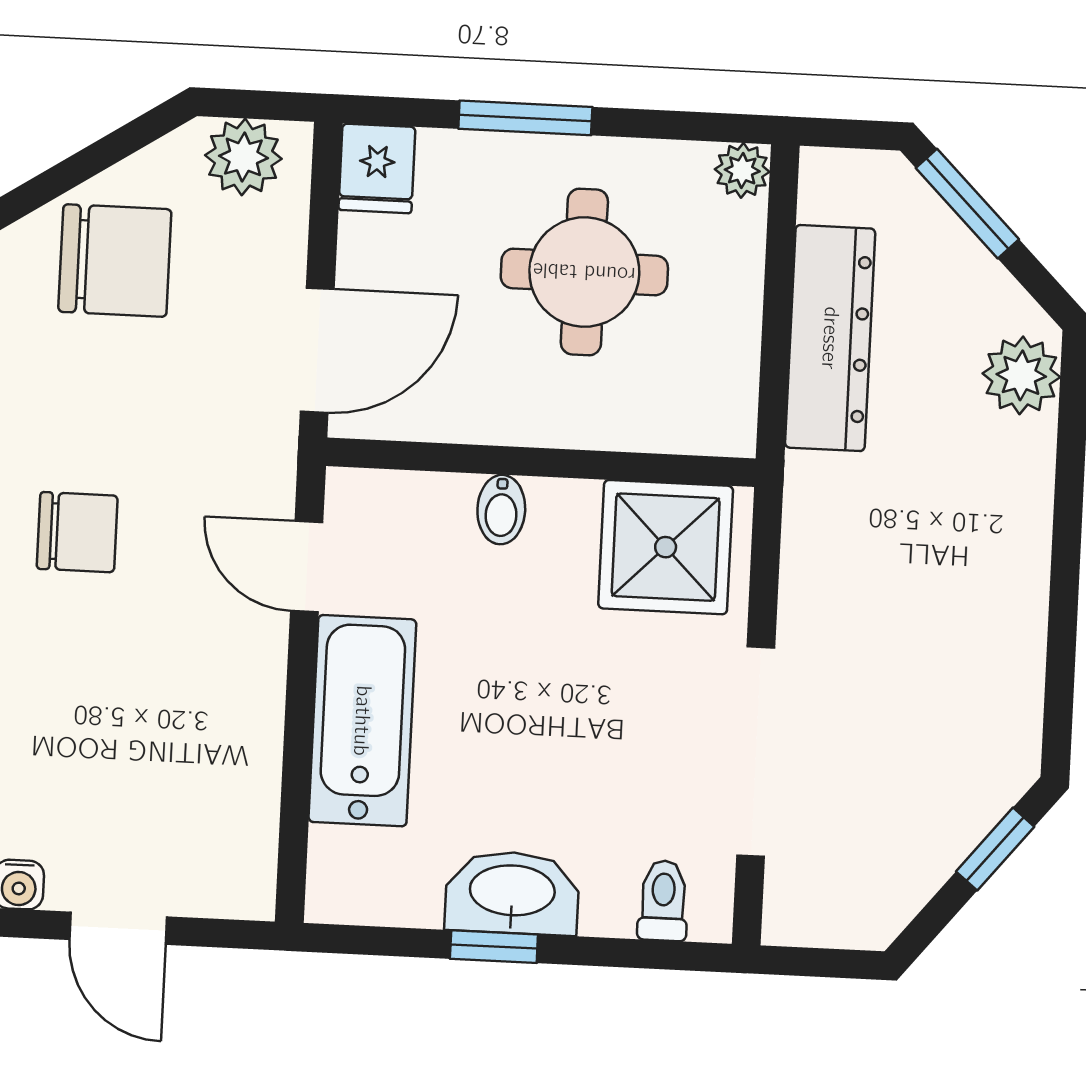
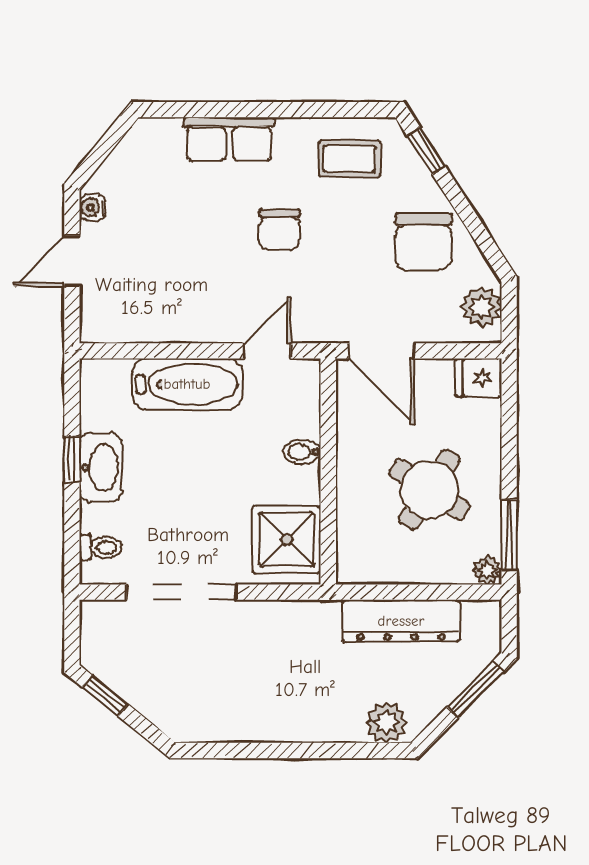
window: (525, 118) -> (509, 535), moved
round table: (584, 272) -> (430, 490), turned 33
window: (995, 849) -> (105, 696), moved

